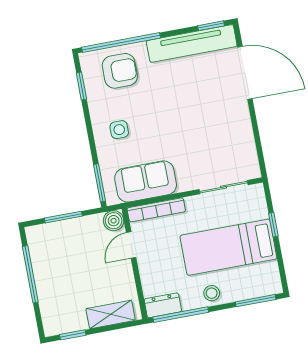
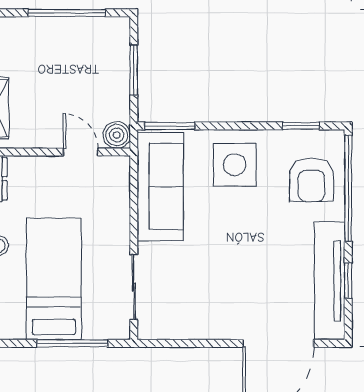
window: (211, 26) -> (348, 281), moved
side table: (119, 130) -> (235, 165), width x1.87, depth x1.87
sofa: (146, 181) -> (160, 187), width x1.36
bookcase: (156, 210) -> (121, 194), removed
window: (273, 225) -> (72, 343), width x2.17

